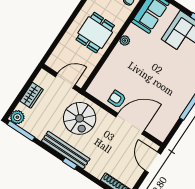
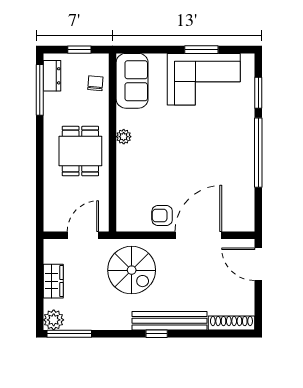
bench: (66, 150) -> (170, 321), moved

